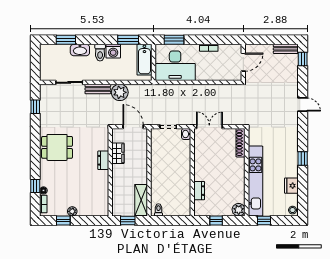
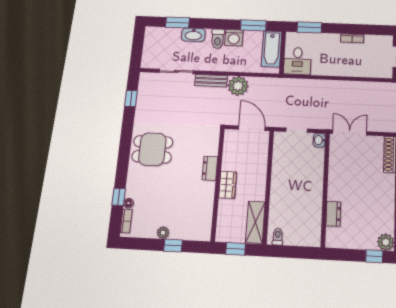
desk: (175, 66) -> (297, 61), width x0.53, depth x0.77
wardrobe: (118, 153) -> (228, 185), moved
window: (63, 220) -> (173, 246), moved
window: (216, 220) -> (374, 256), moved

